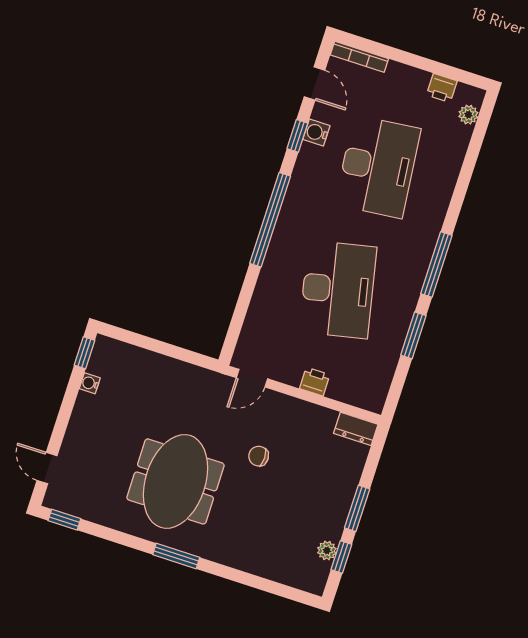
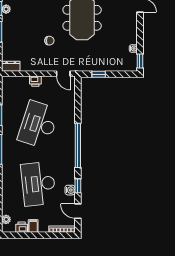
filing cabinet: (417, 83) -> (33, 226), added
desk: (338, 290) -> (38, 125), turned 30
window: (179, 353) -> (99, 74), added
door: (252, 378) -> (63, 74), swing flipped

